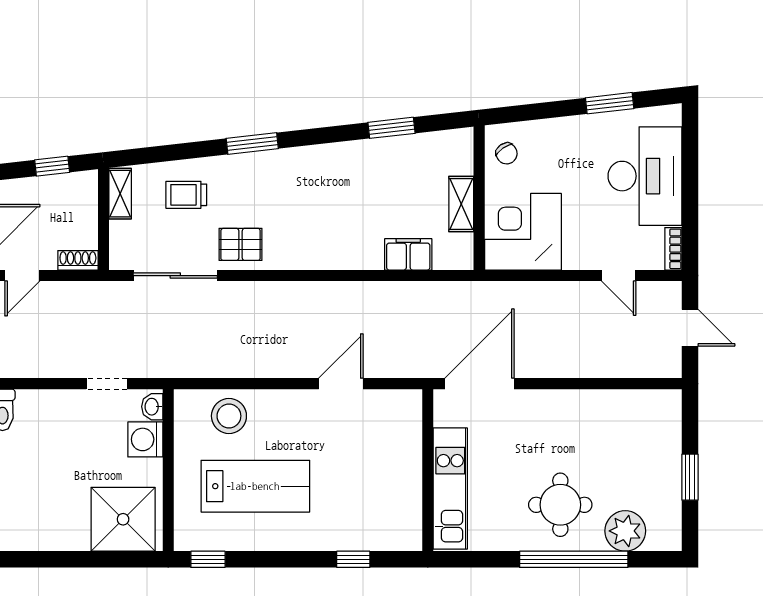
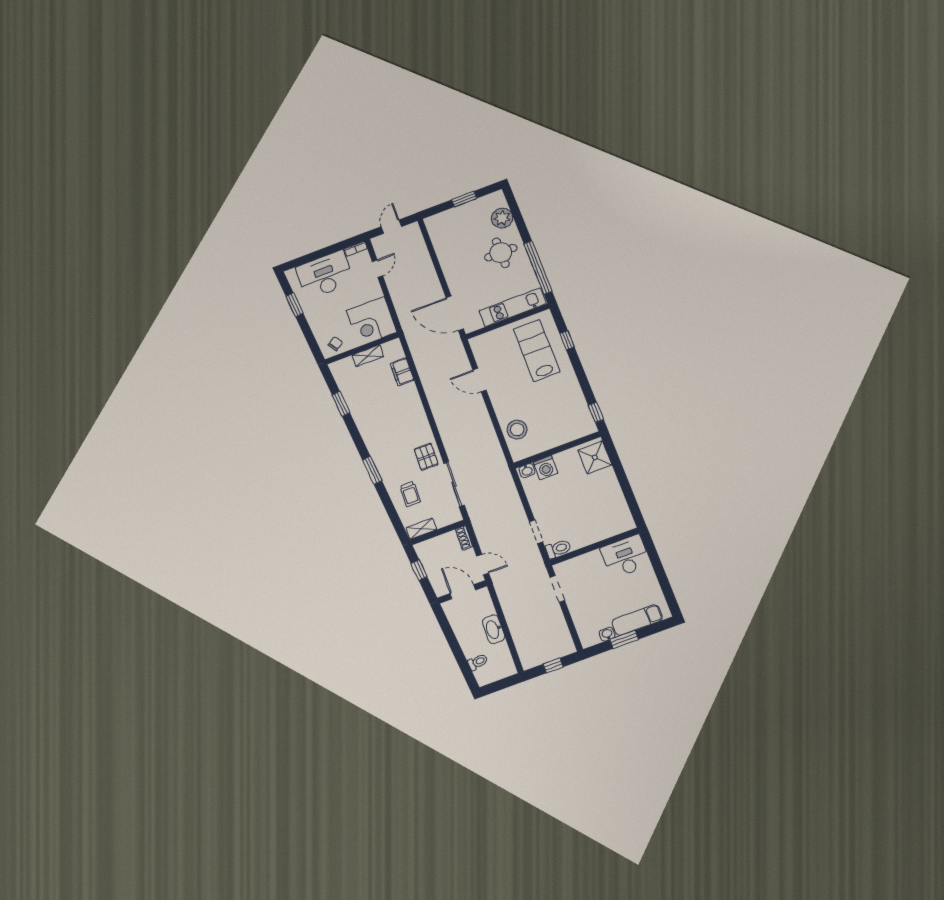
doorway: (107, 384) -> (536, 532), moved
lab bench: (255, 486) -> (537, 350), moved
shower: (123, 519) -> (595, 457), width x0.73, depth x0.73
window: (574, 559) -> (538, 267), moved

